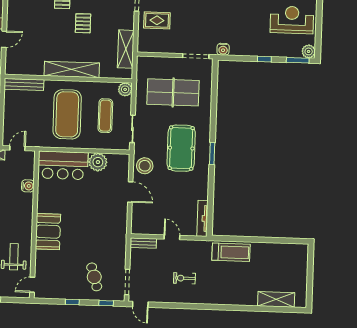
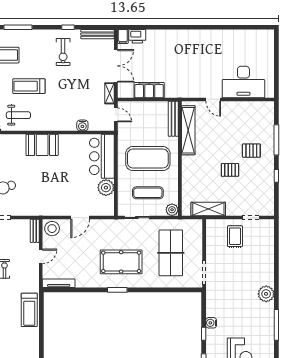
water cooler: (223, 49) -> (211, 323), moved
shelving: (72, 69) -> (188, 130), moved
stool: (145, 166) -> (52, 229), moved

